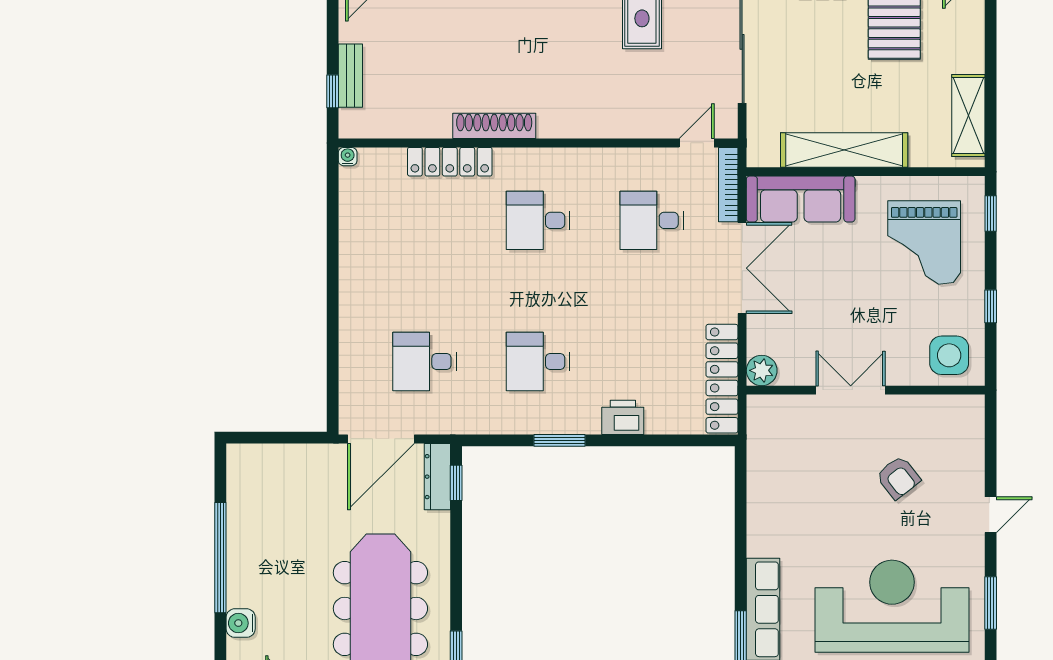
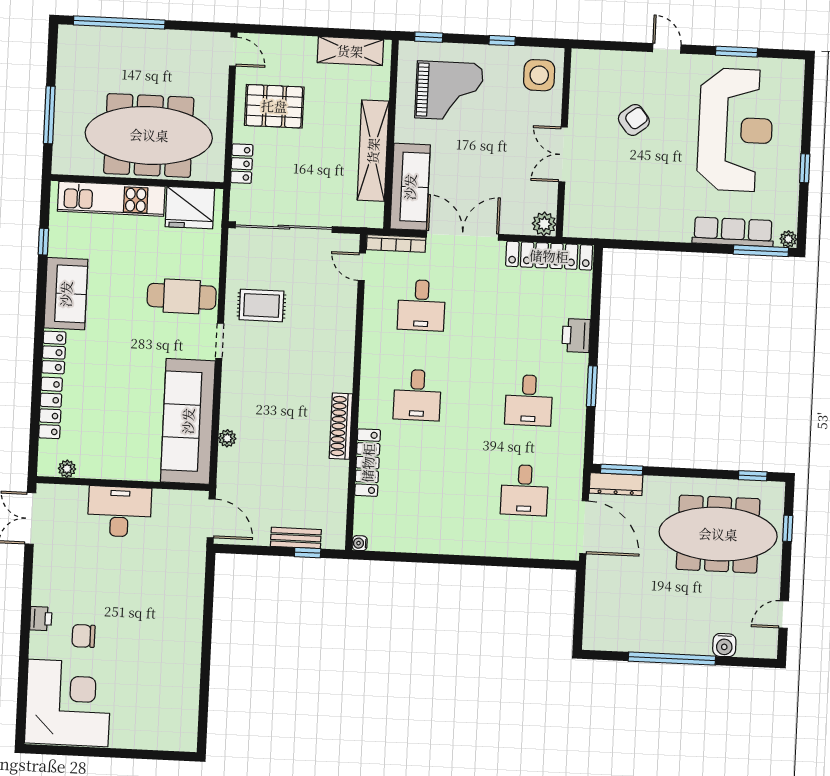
window: (456, 483) -> (622, 470), width x1.50
reception desk: (892, 606) -> (735, 130), turned 180

